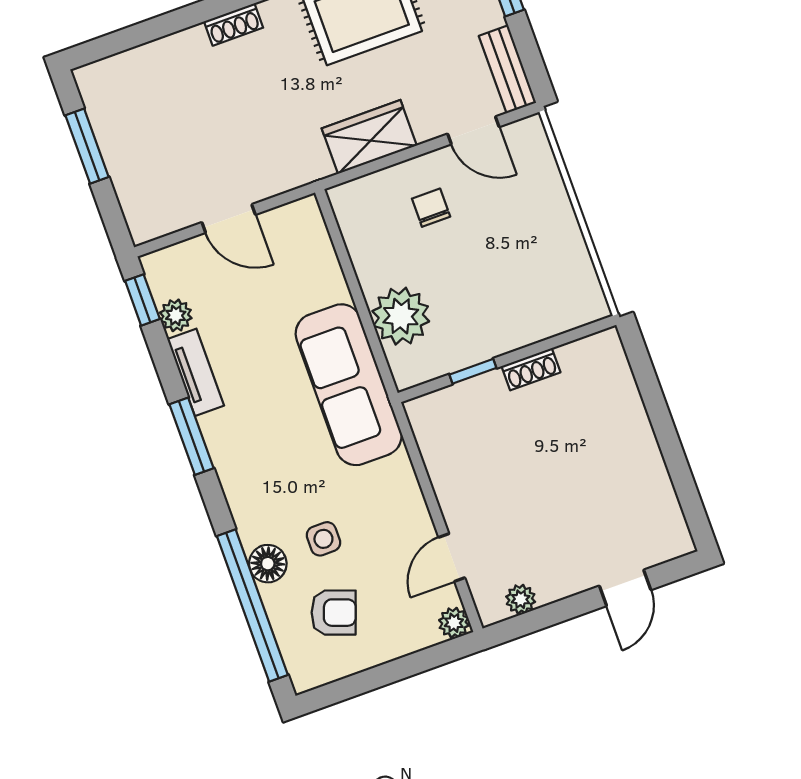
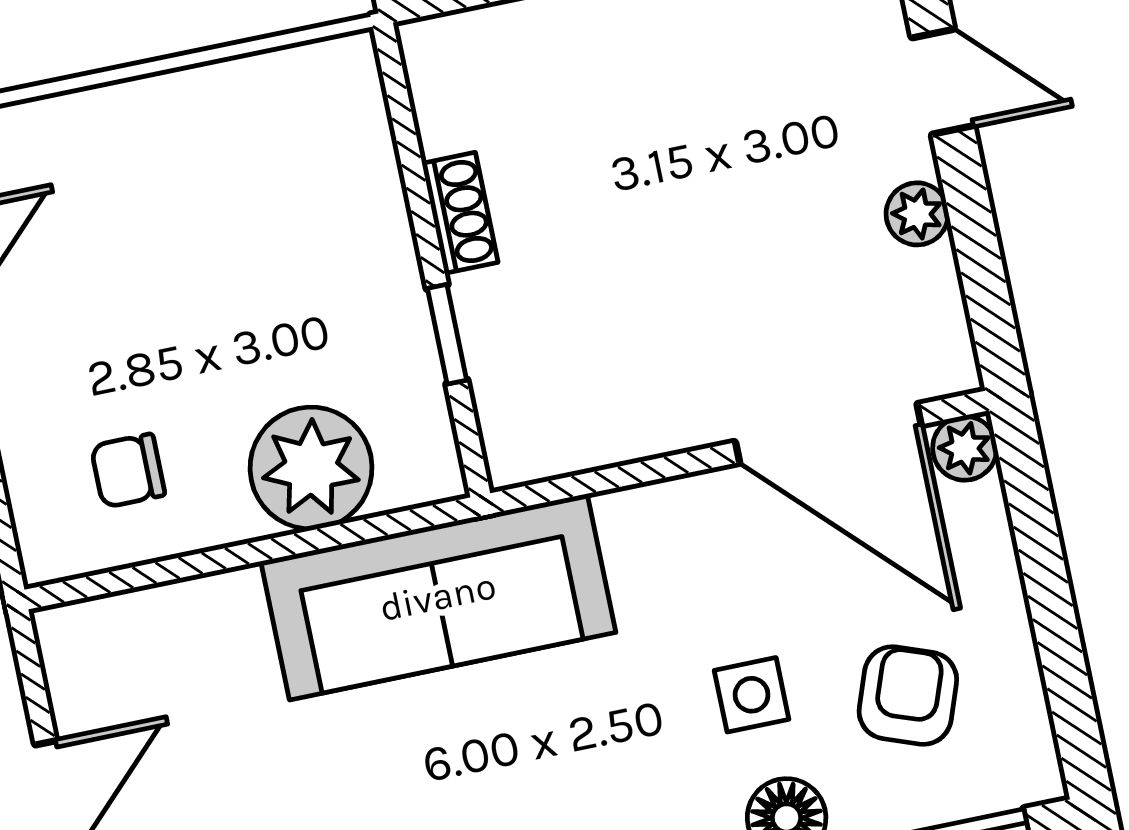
chair: (431, 208) -> (128, 471), moved
door: (452, 558) -> (828, 433), width x1.88
plant: (521, 599) -> (917, 214), moved

